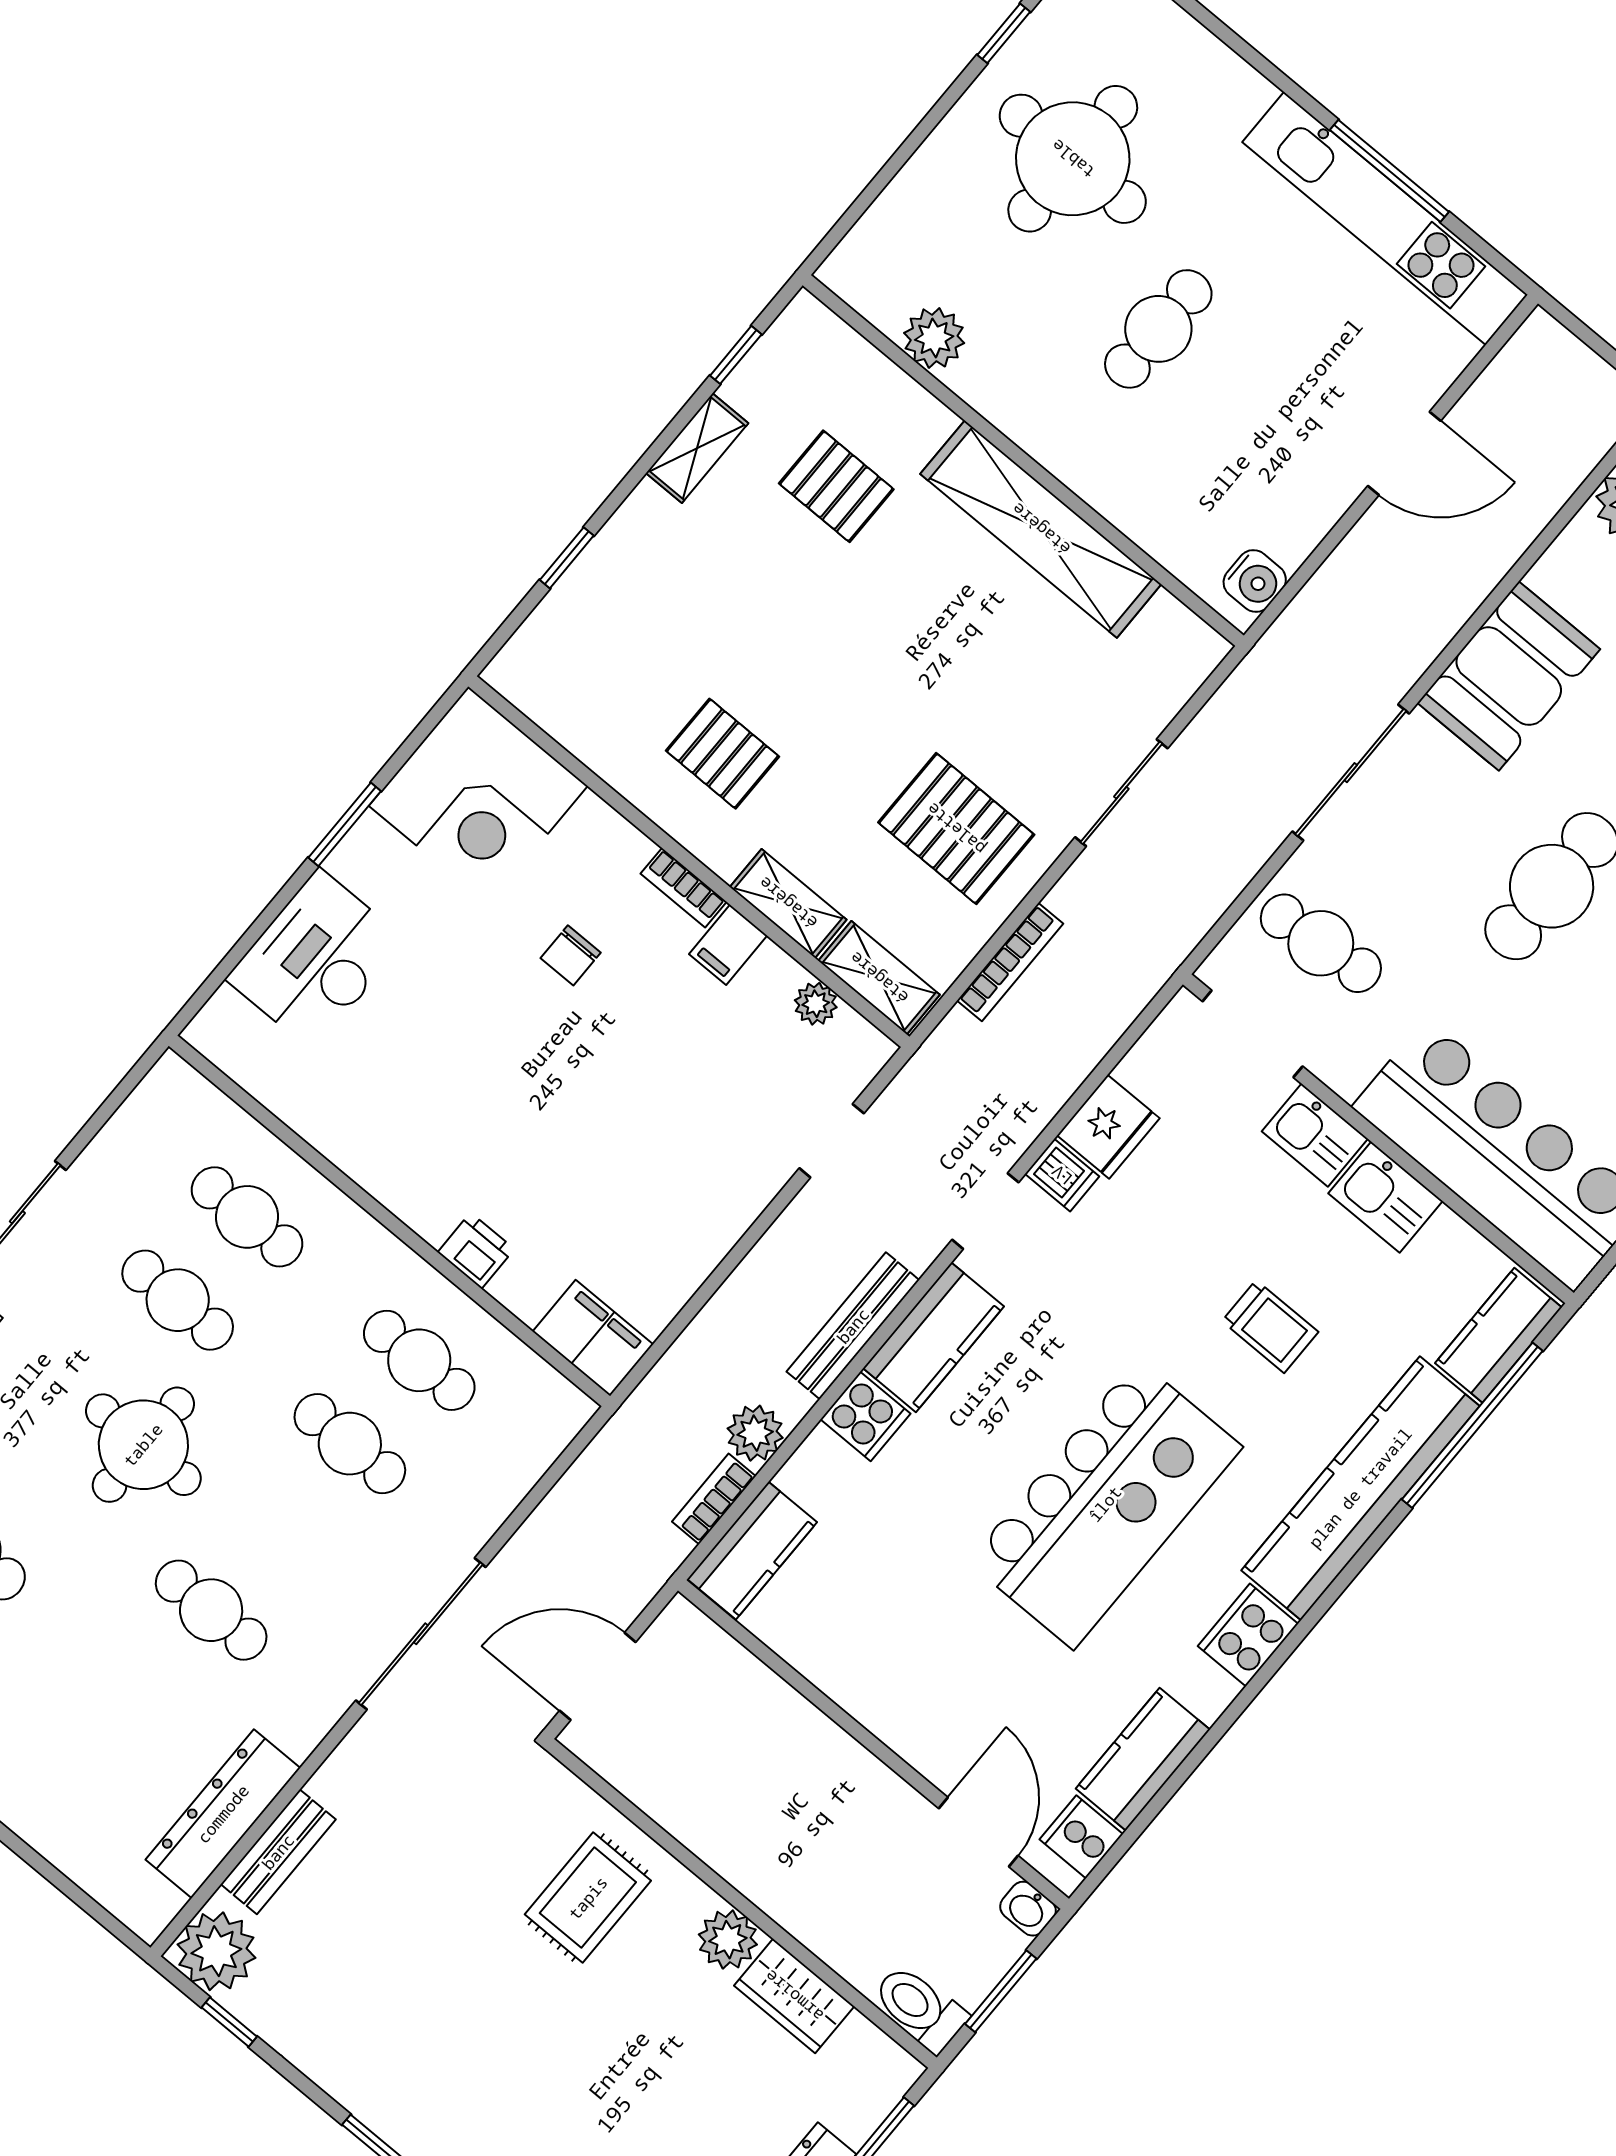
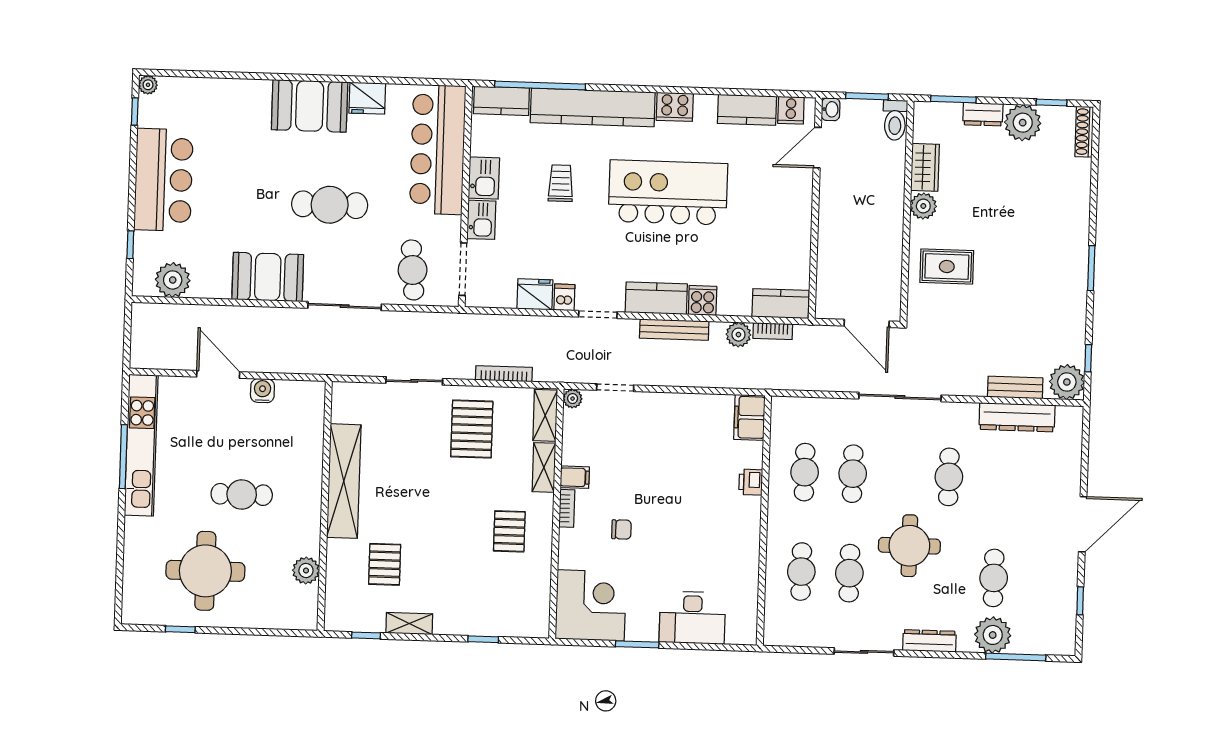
water cooler: (1255, 581) -> (262, 391), moved
plant: (816, 1004) -> (573, 399), moved

